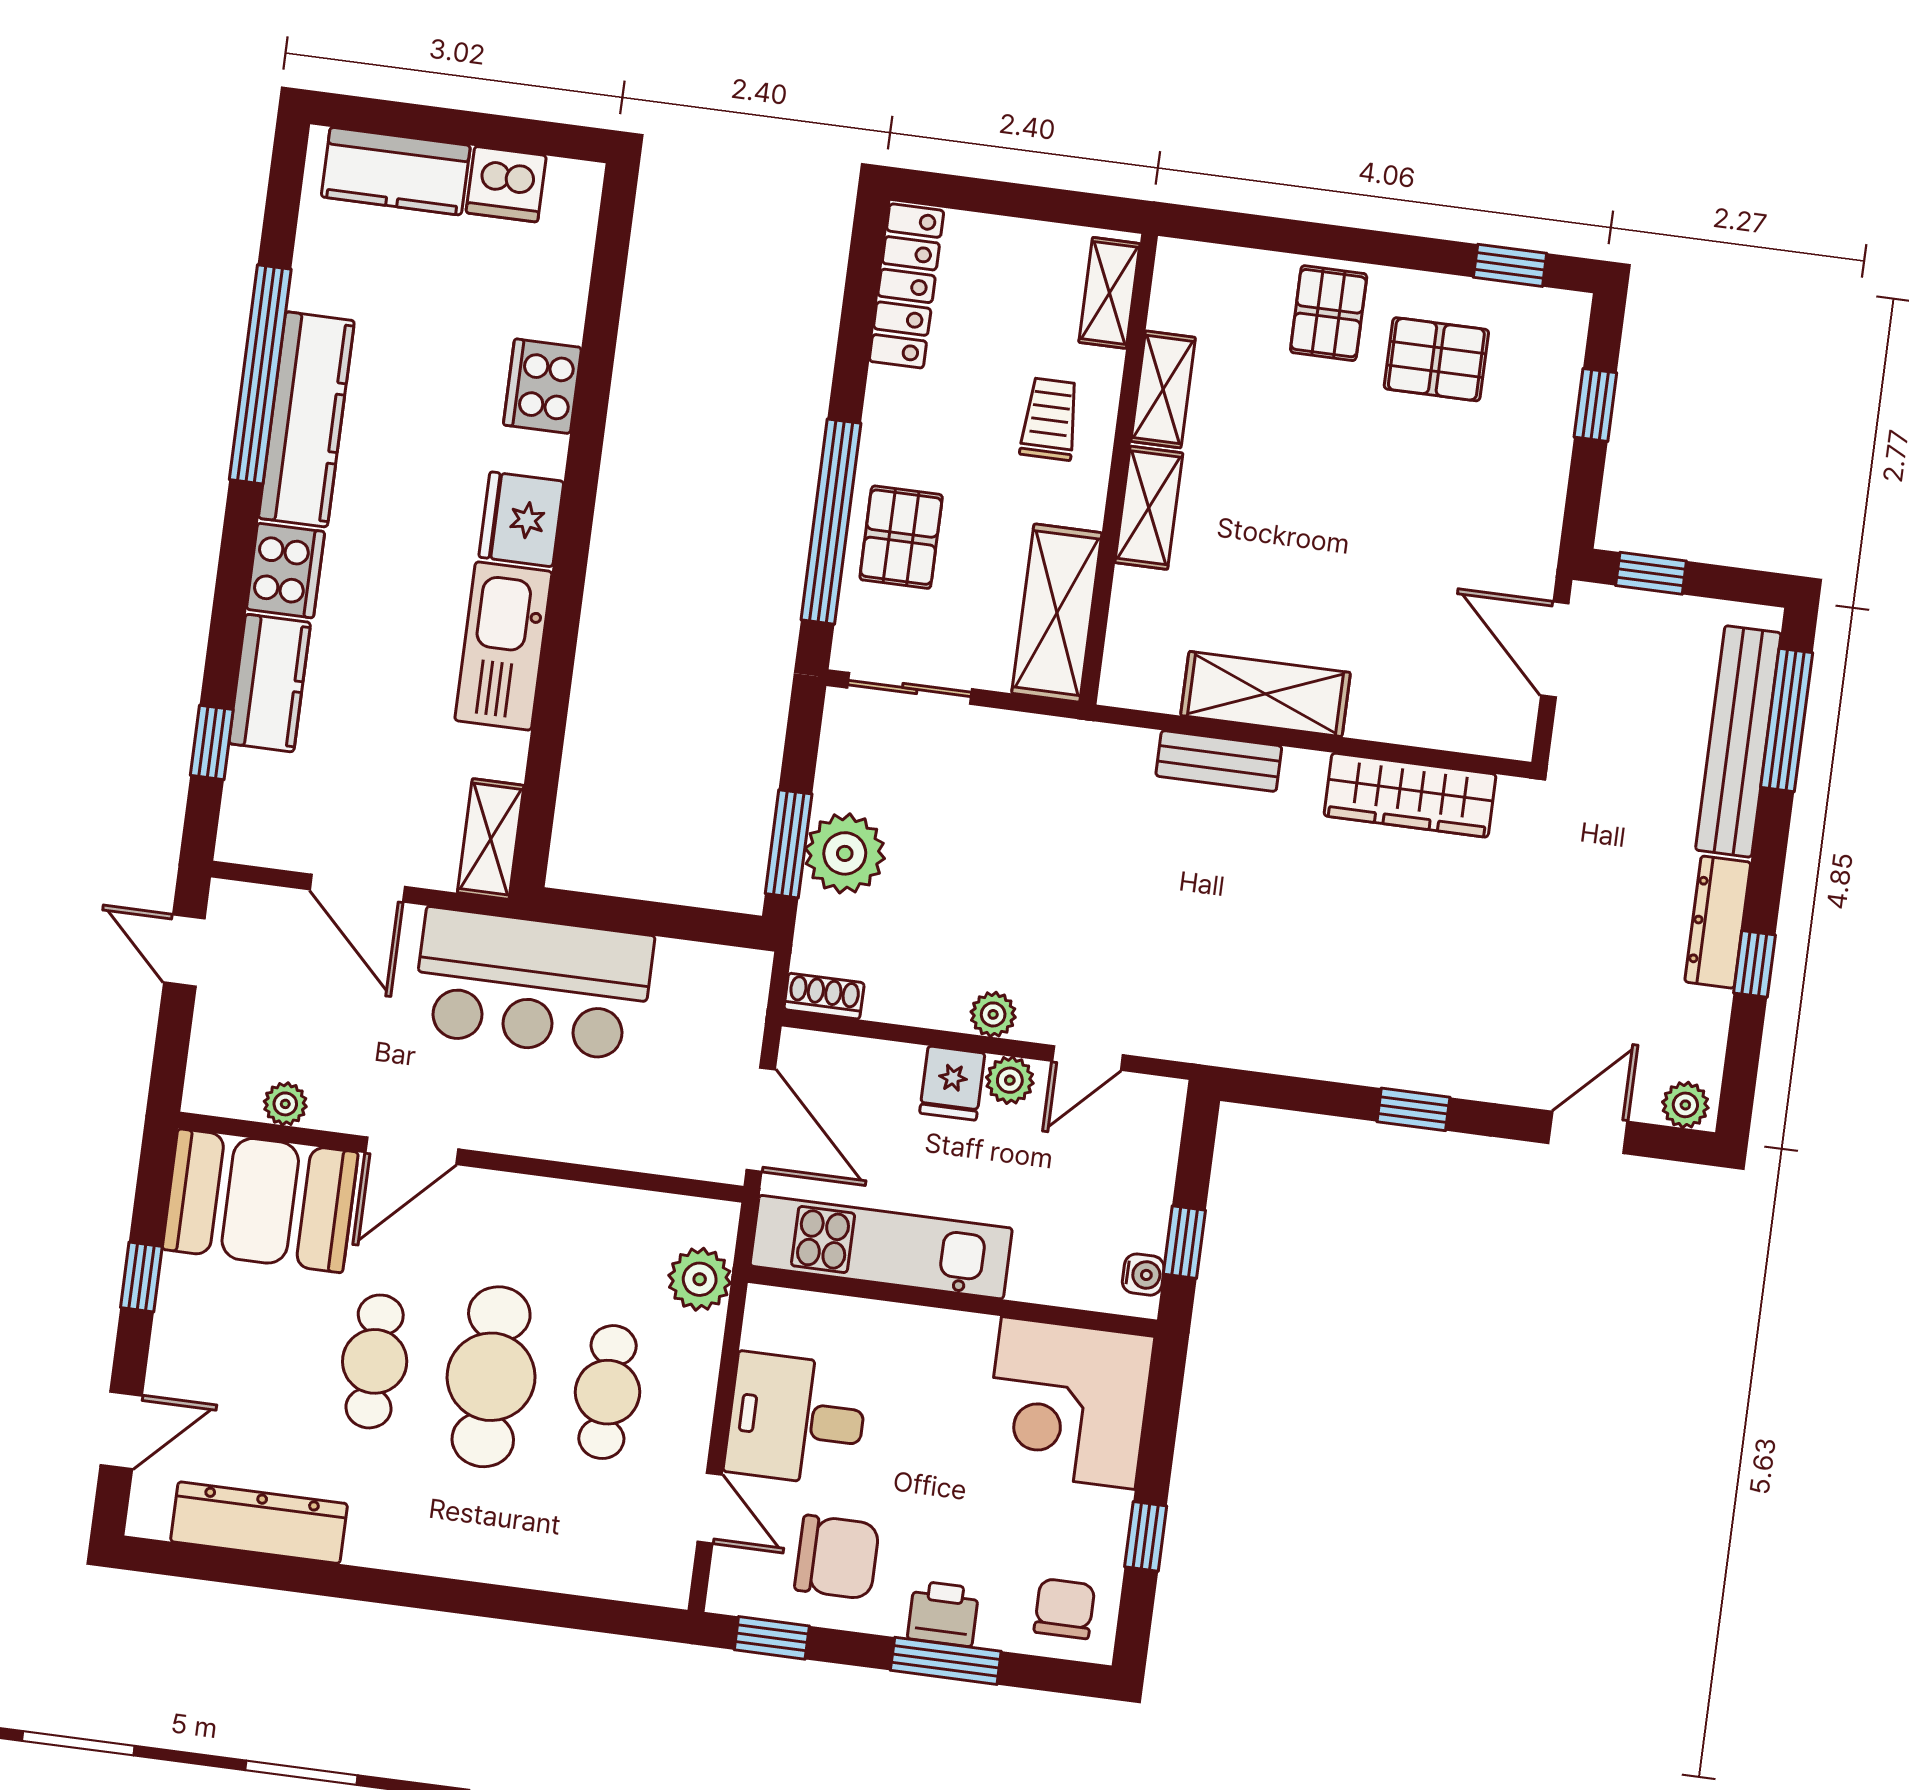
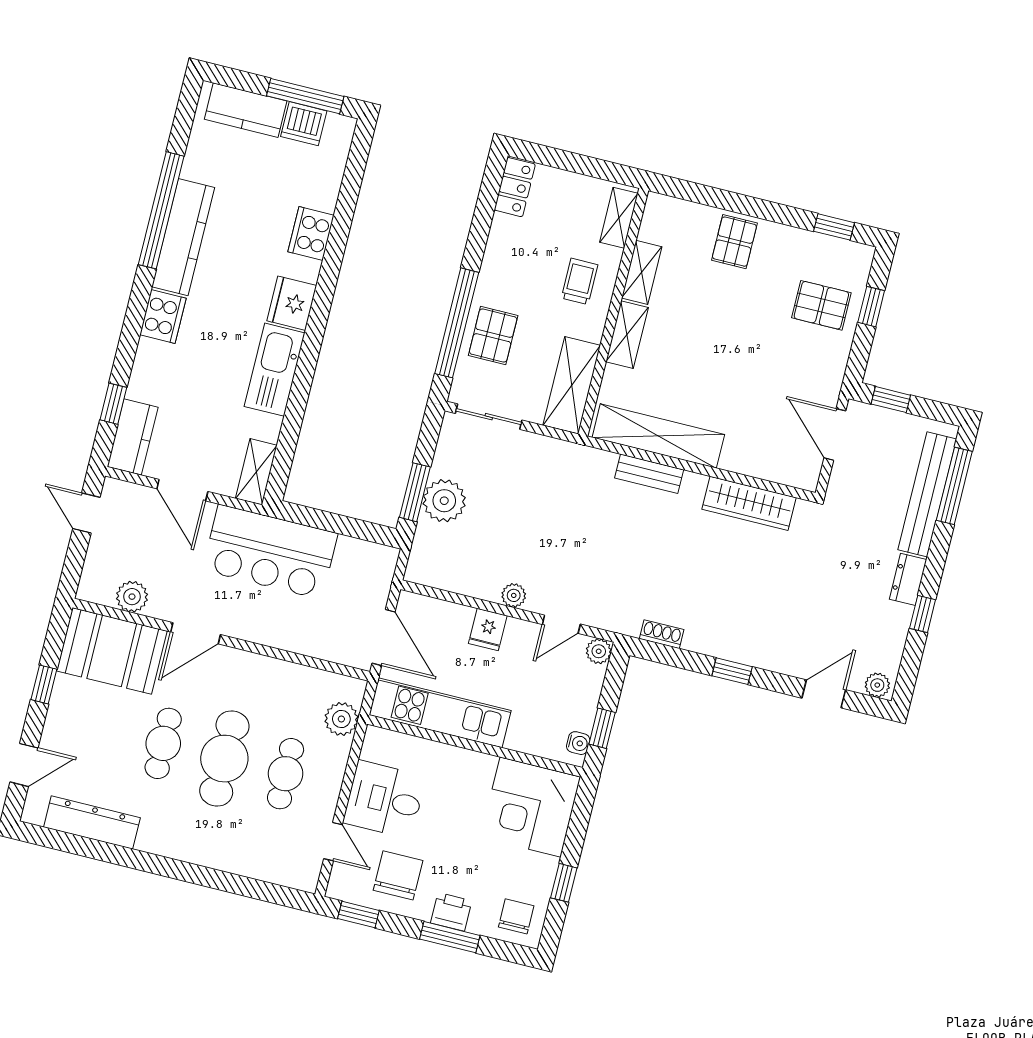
window: (503, 133) -> (305, 96), added
locker: (907, 286) -> (515, 187), width x0.66
pallet: (1436, 359) -> (821, 305), moved
kitchen counter: (270, 683) -> (133, 437), moved
shelving: (1265, 694) -> (658, 436), width x1.47
dresser: (1718, 922) -> (908, 579), width x0.70
shoe rack: (824, 996) -> (662, 634), moved
plant: (1010, 1080) -> (599, 651), moved
plant: (285, 1104) -> (132, 597), width x1.38, depth x1.38
chair: (837, 1557) -> (398, 875), turned -90

